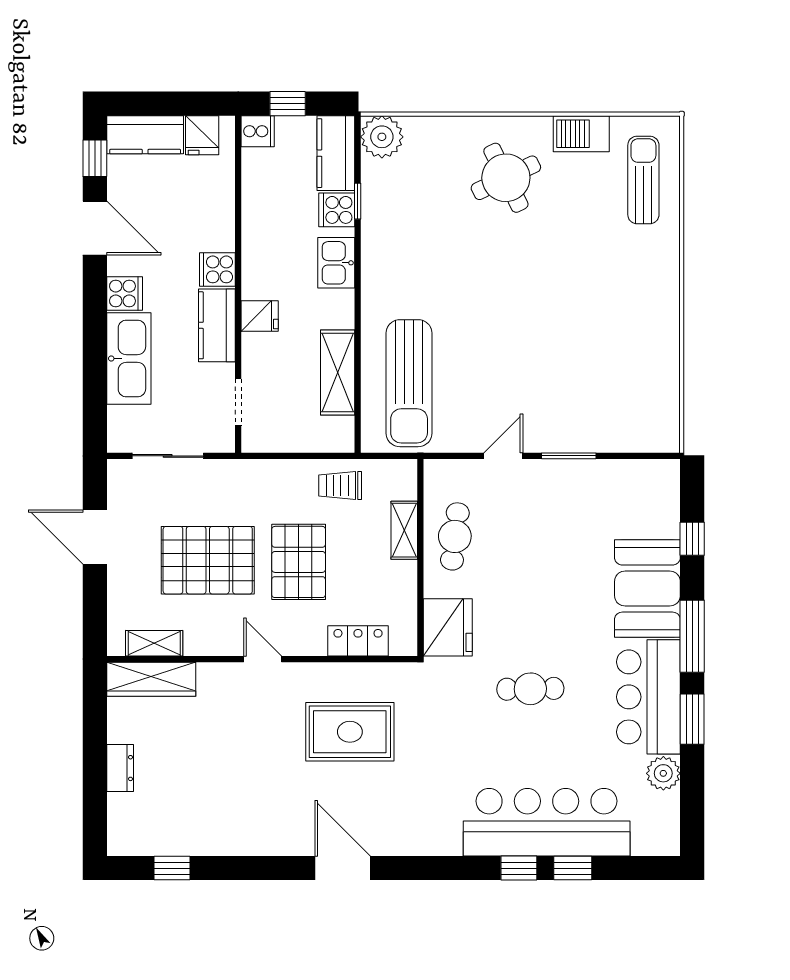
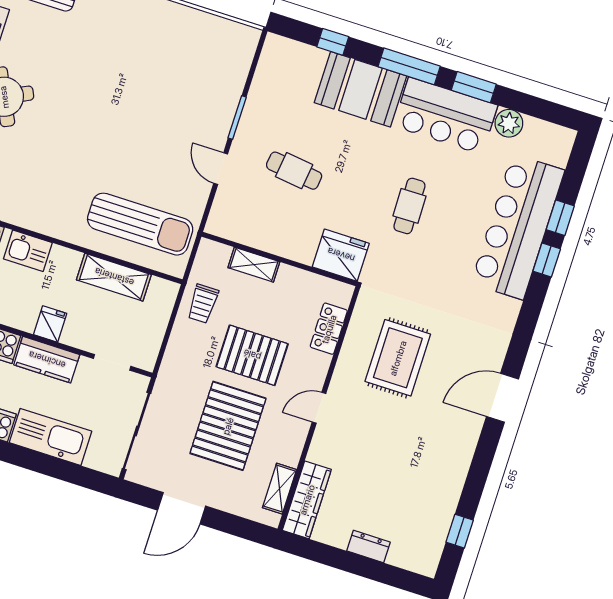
sliding door: (168, 456) -> (136, 431), width x1.37
cafe table: (455, 536) -> (294, 171), moved

